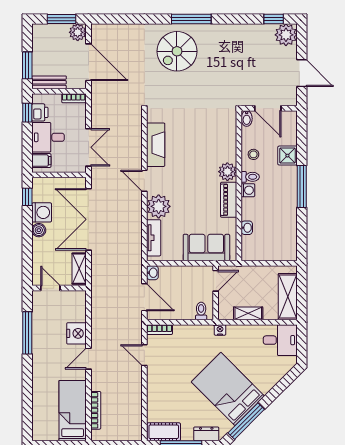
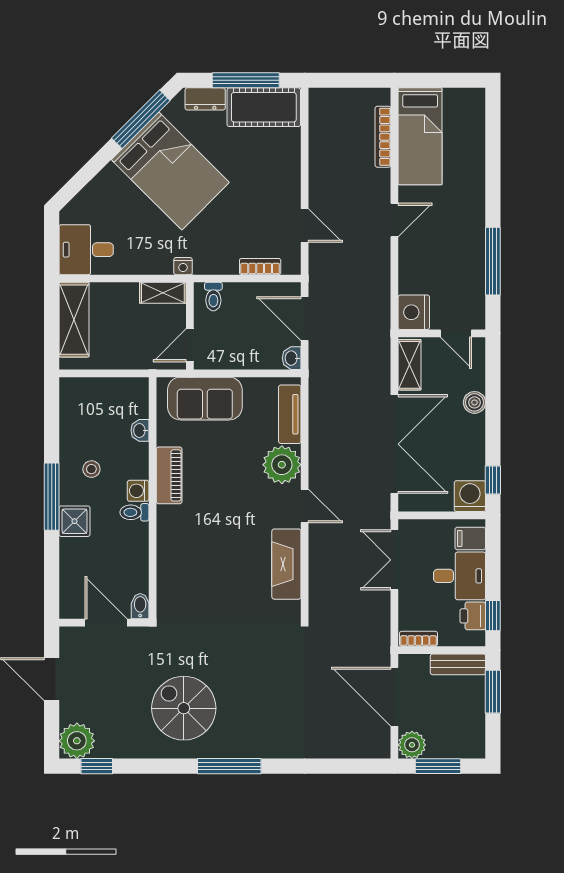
spiral stairs: (177, 51) -> (184, 708), moved, turned -90
stool: (253, 154) -> (91, 469), moved
shower: (287, 156) -> (74, 521), moved
plant: (227, 172) -> (171, 521), removed
washing machine: (42, 212) -> (470, 496), moved, turned 90
boiler: (39, 230) -> (474, 402), moved
shelving: (248, 313) -> (163, 293), moved
bookcase: (159, 330) -> (260, 267), moved
nightstand: (77, 333) -> (414, 312), moved
cot: (164, 432) -> (264, 107), width x1.37, depth x1.34

